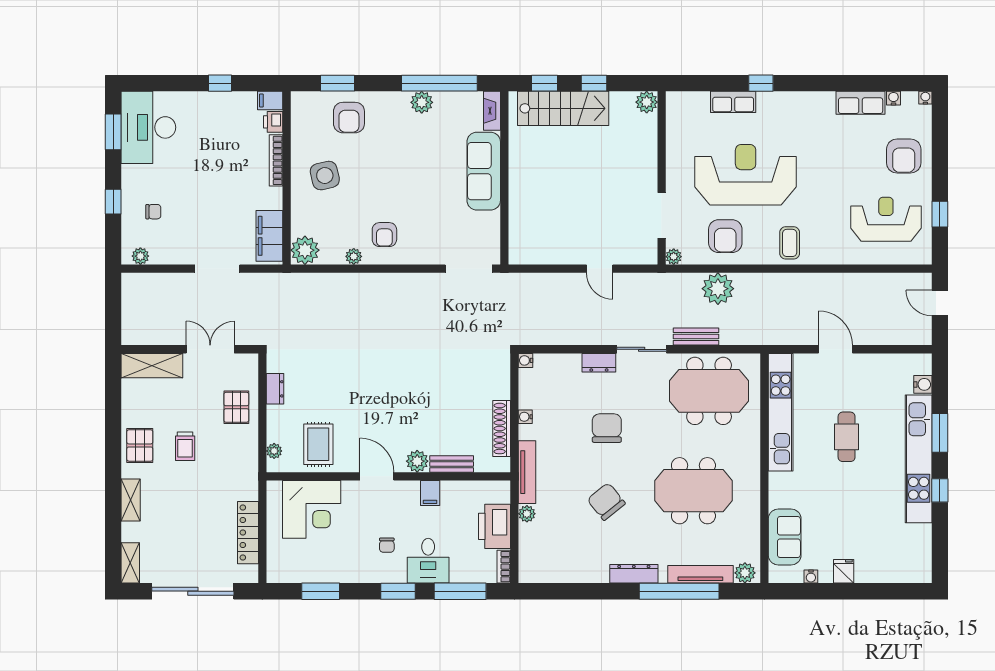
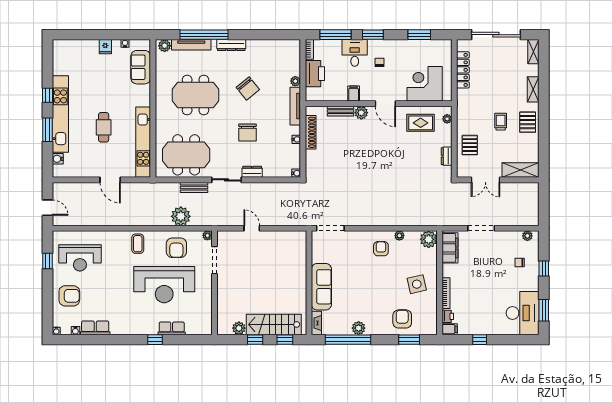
plant: (647, 102) -> (239, 328), moved
armchair: (904, 156) -> (69, 296), turned 90
armchair: (725, 236) -> (176, 248), turned 180
rug: (318, 444) -> (421, 123), turned 90

